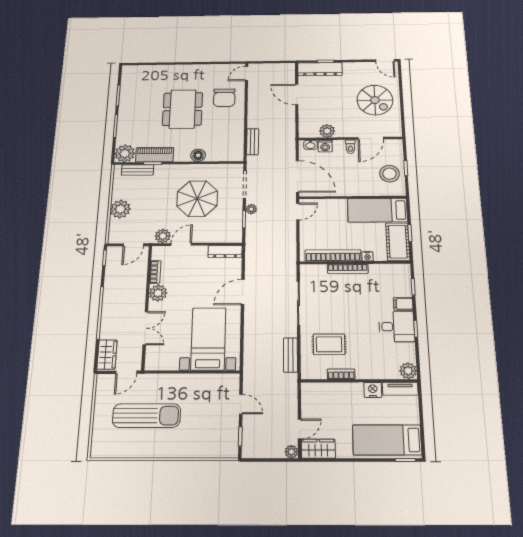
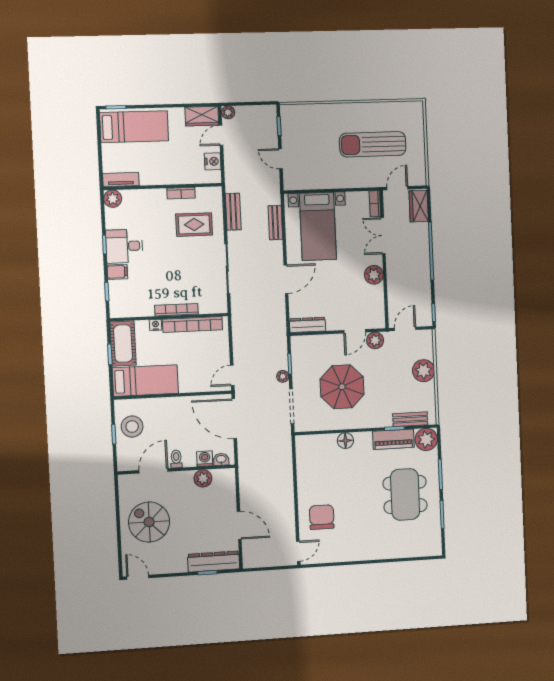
dining table: (183, 109) -> (405, 494), moved
bench: (253, 142) -> (275, 223), moved
bookcase: (155, 272) -> (375, 204), moved
nightstand: (373, 390) -> (213, 161), moved, turned -90

